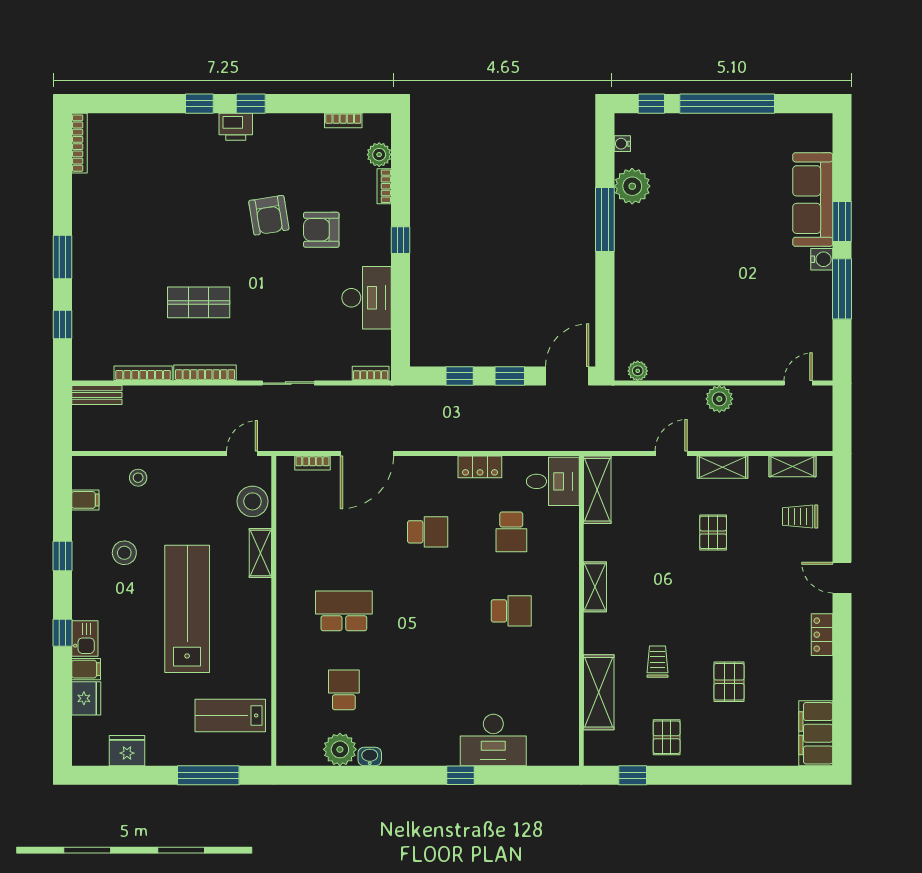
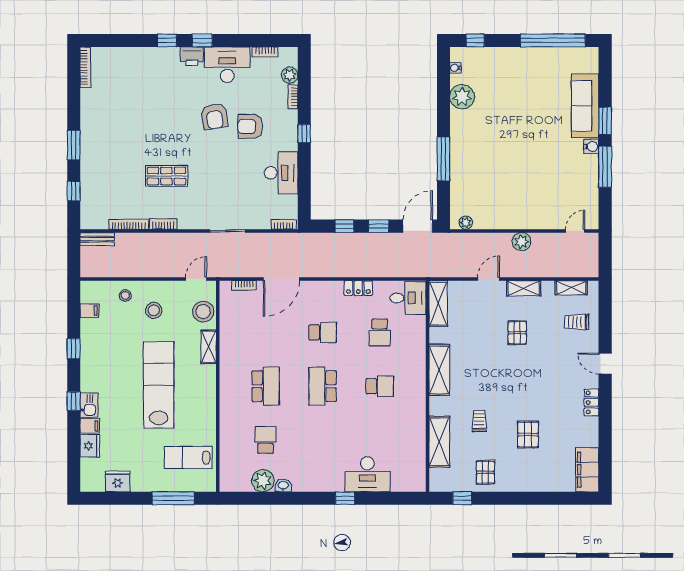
window: (727, 104) -> (553, 40), moved
desk: (288, 139) -> (227, 65), added
window: (605, 220) -> (443, 159), moved
bookcase: (205, 373) -> (163, 224), width x0.64
stool: (124, 553) -> (154, 310), moved
shelving: (595, 587) -> (439, 370), width x1.50, depth x1.33
school desk: (344, 611) -> (266, 386), turned 90
school desk: (428, 611) -> (323, 386), added

